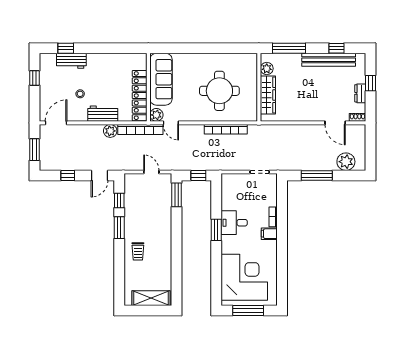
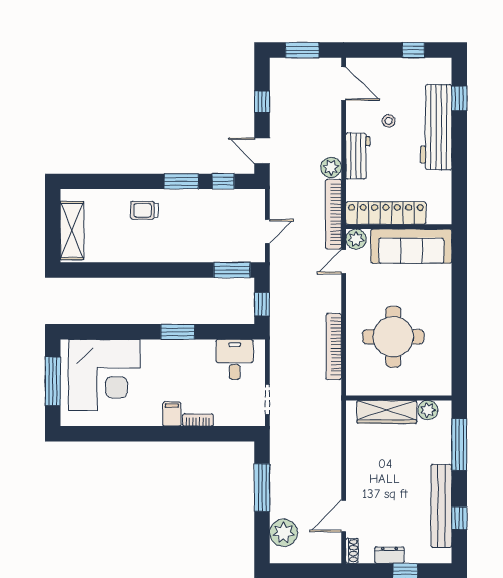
workbench: (71, 61) -> (436, 127), width x1.88, depth x1.32
desk: (234, 223) -> (235, 359), moved

